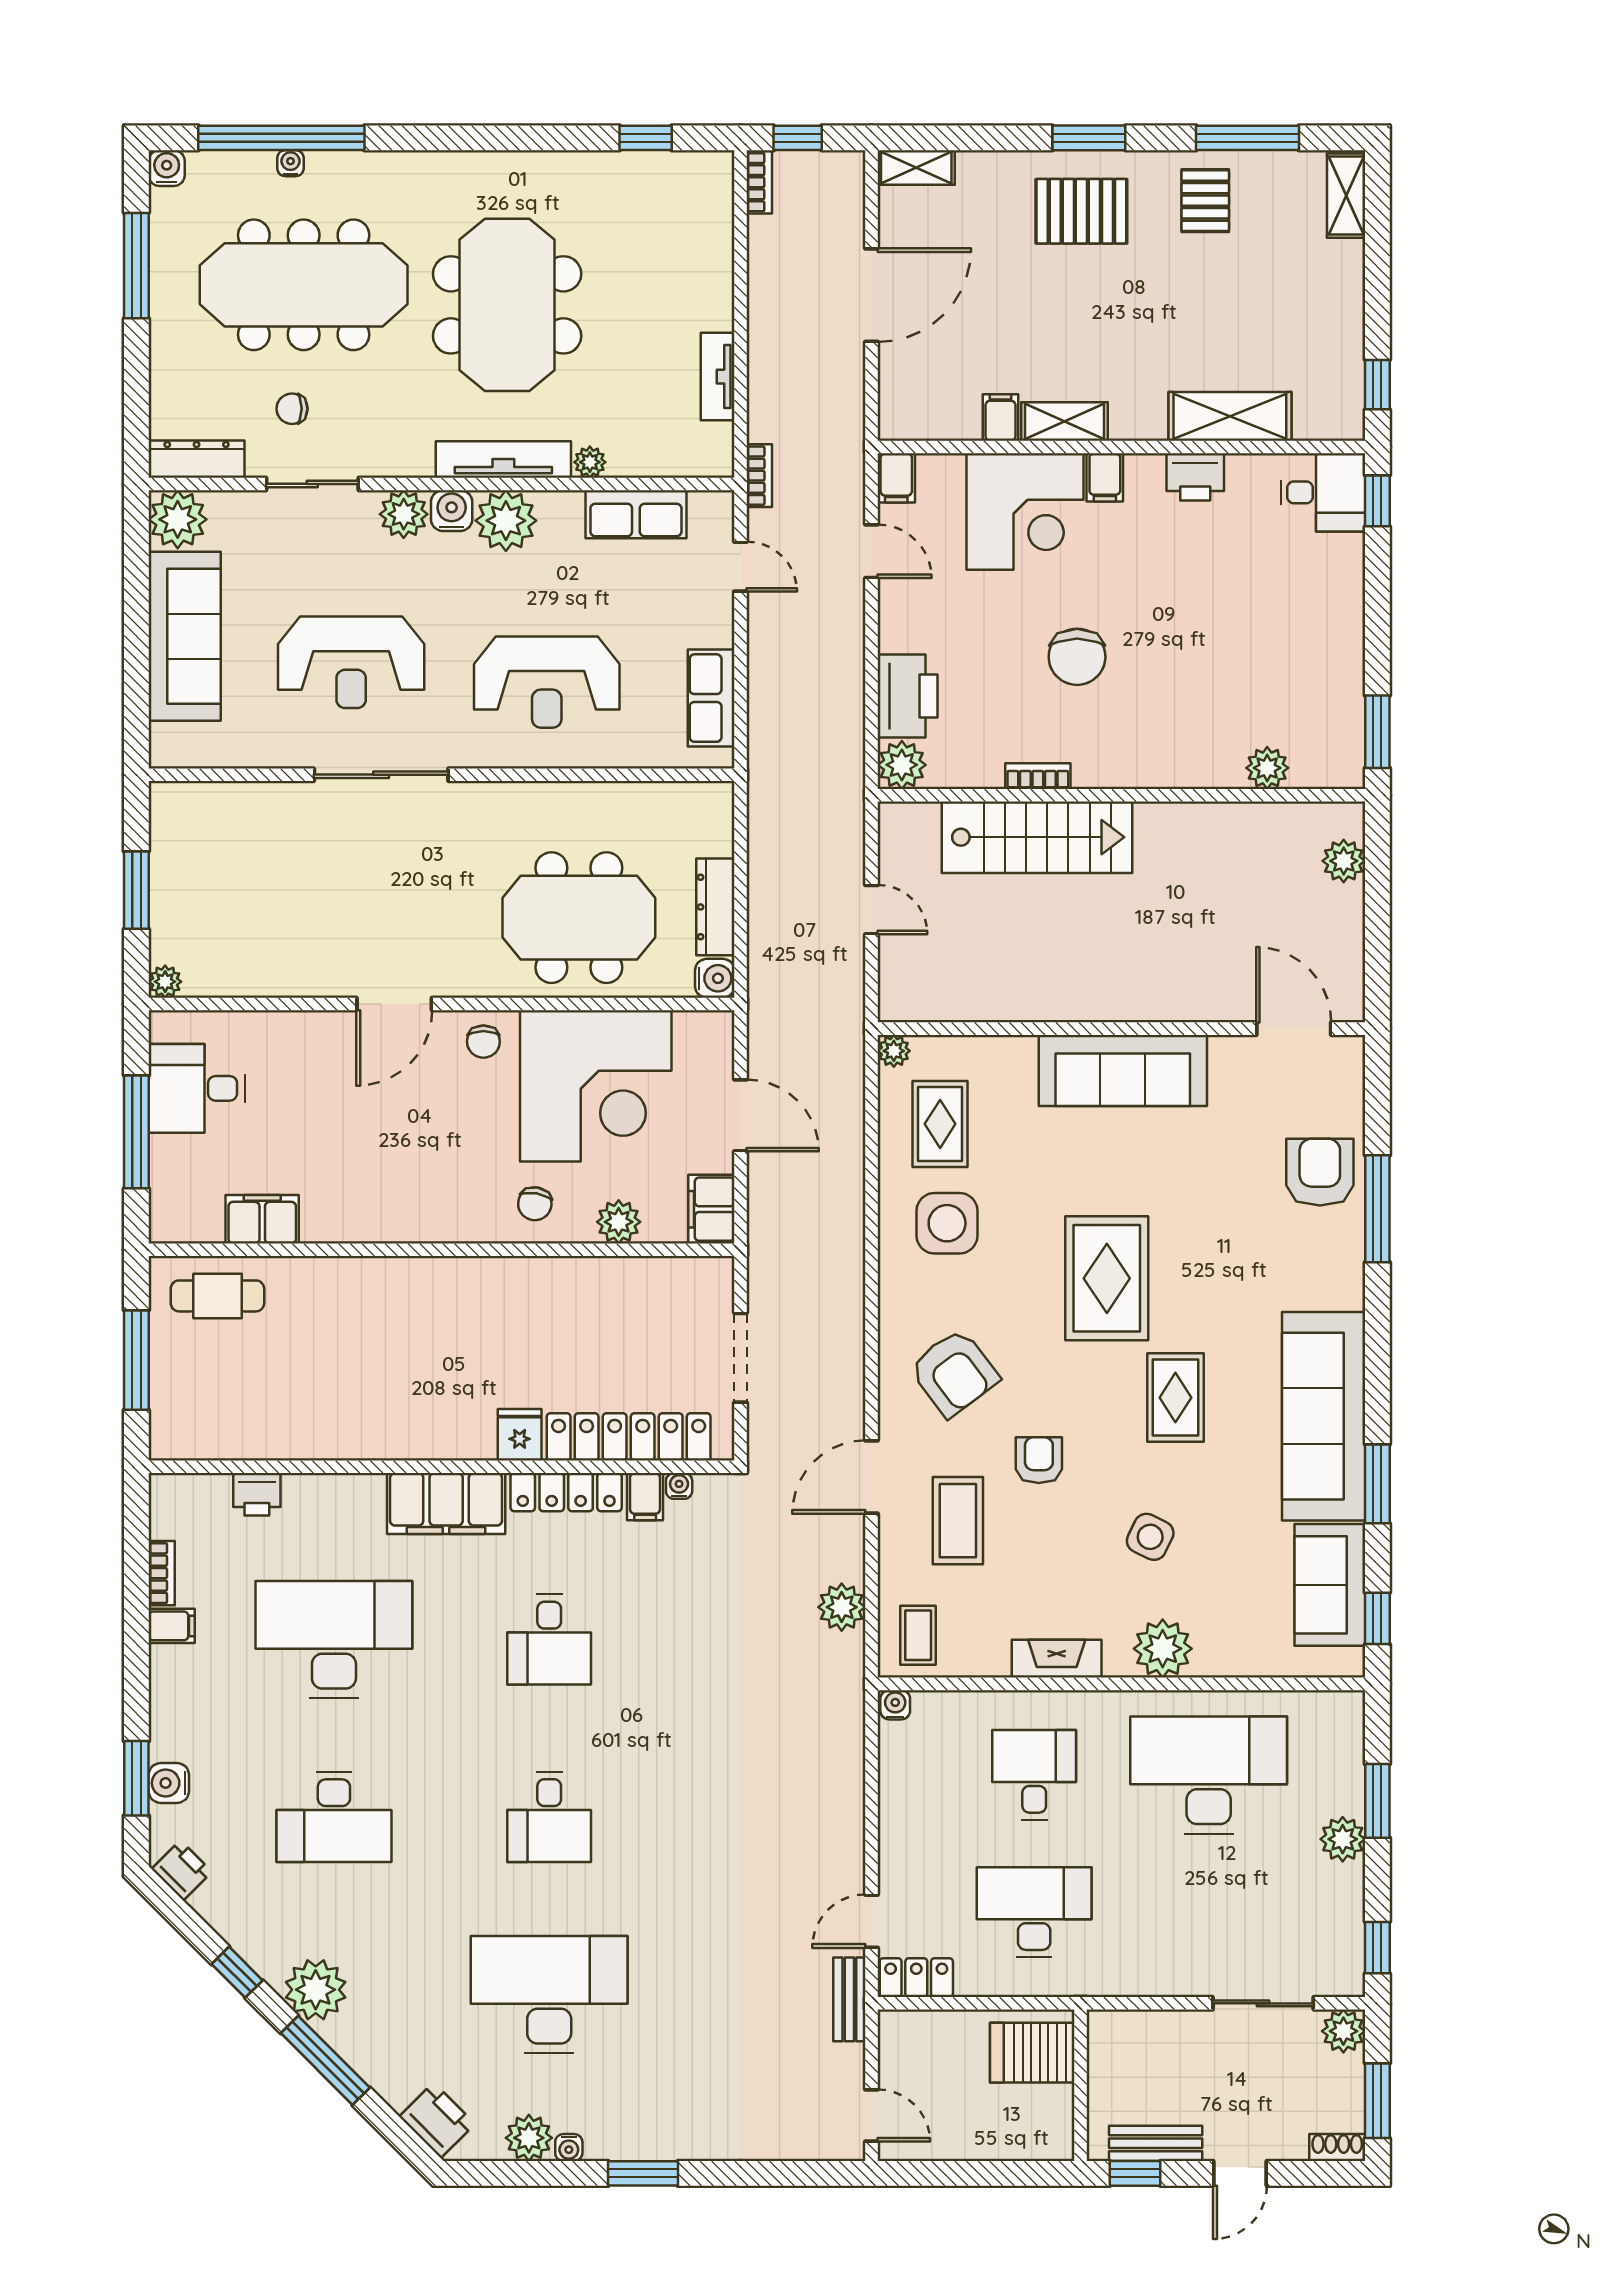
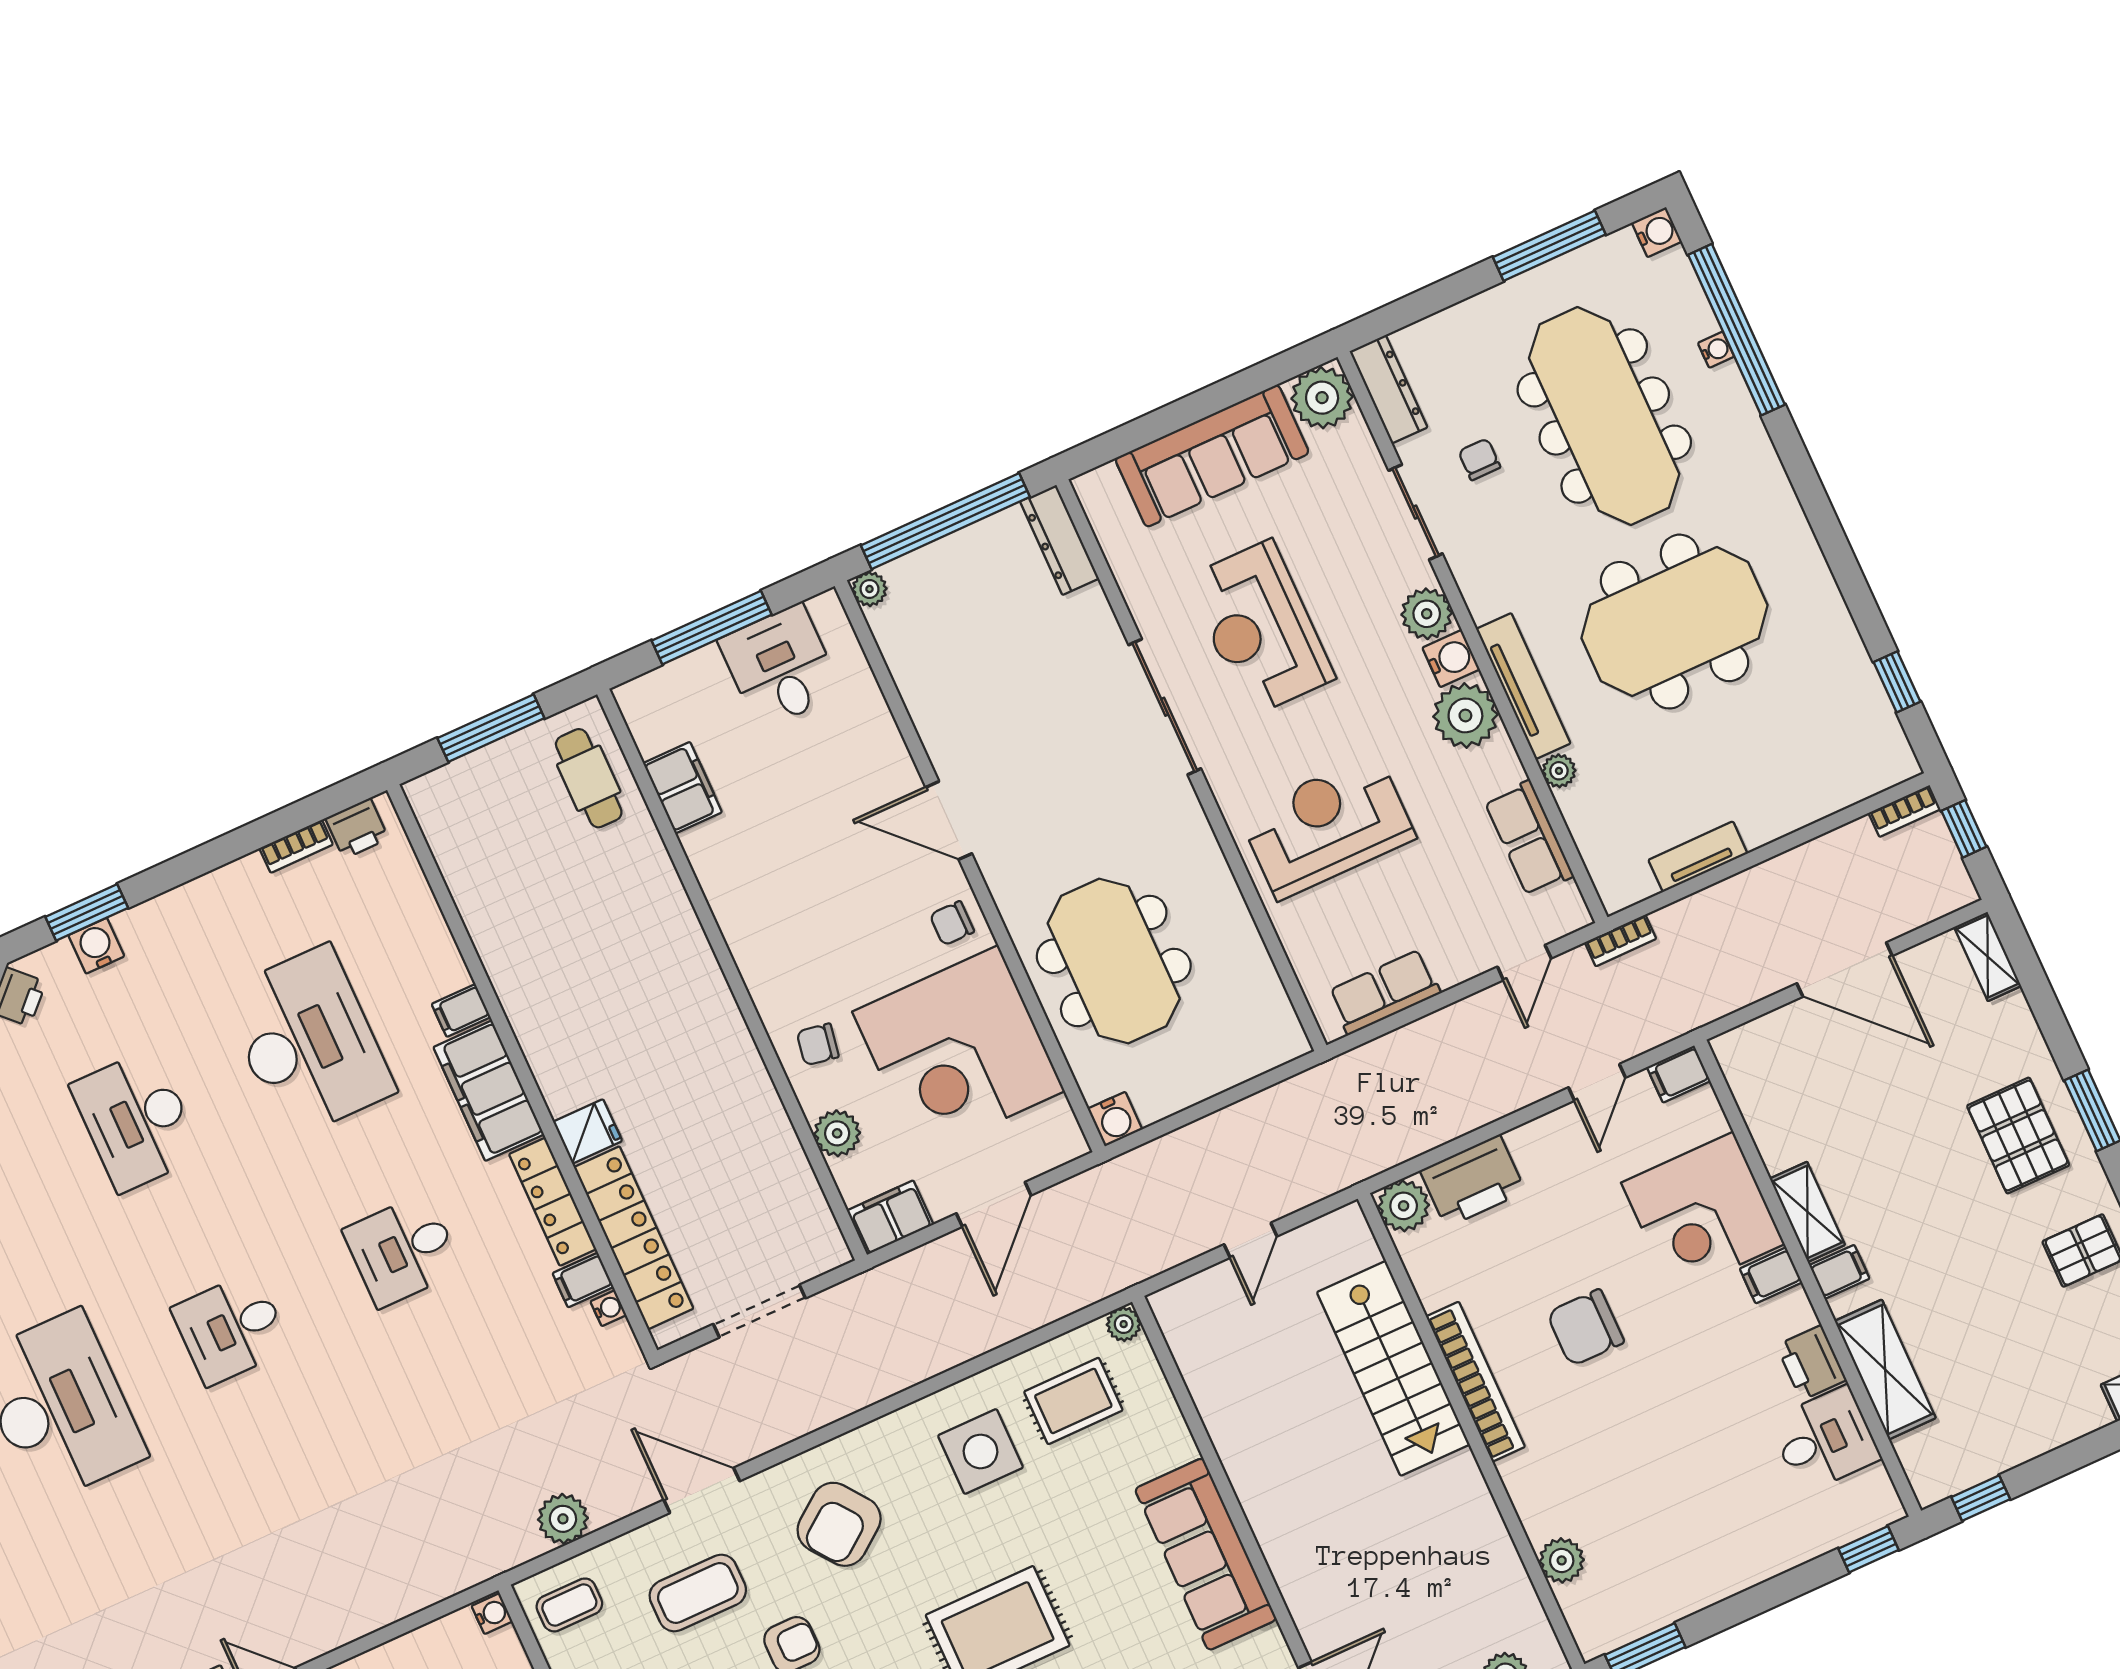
filing cabinet: (1000, 417) -> (1839, 1272), moved
desk: (1323, 492) -> (1825, 1440), moved, turned -90
reception desk: (547, 682) -> (1327, 826), turned 90
bookcase: (1038, 776) -> (1476, 1382), width x2.31, depth x1.31
window: (136, 890) -> (945, 521), width x2.11
dresser: (715, 907) -> (1059, 540), moved, turned -90
printer: (257, 1494) -> (357, 828), moved, turned -90
filing cabinet: (172, 1626) -> (461, 1010), moved, turned 90

